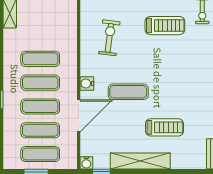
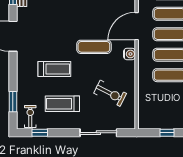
exercise bike: (109, 38) -> (110, 93), turned -70
treadmill: (164, 127) -> (54, 69), moved, turned 180

